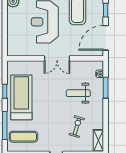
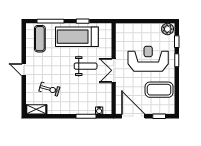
weight bench: (78, 93) -> (86, 66), moved, turned 90
treadmill: (21, 97) -> (77, 37), turned 180

